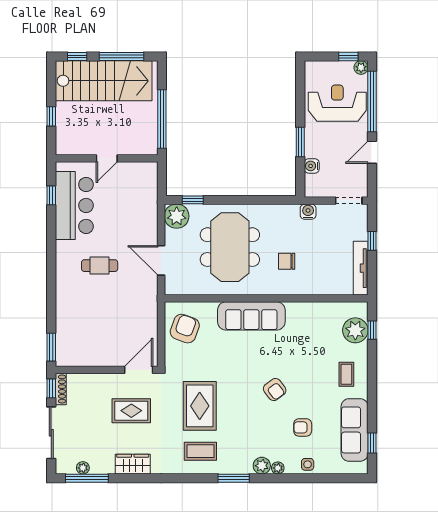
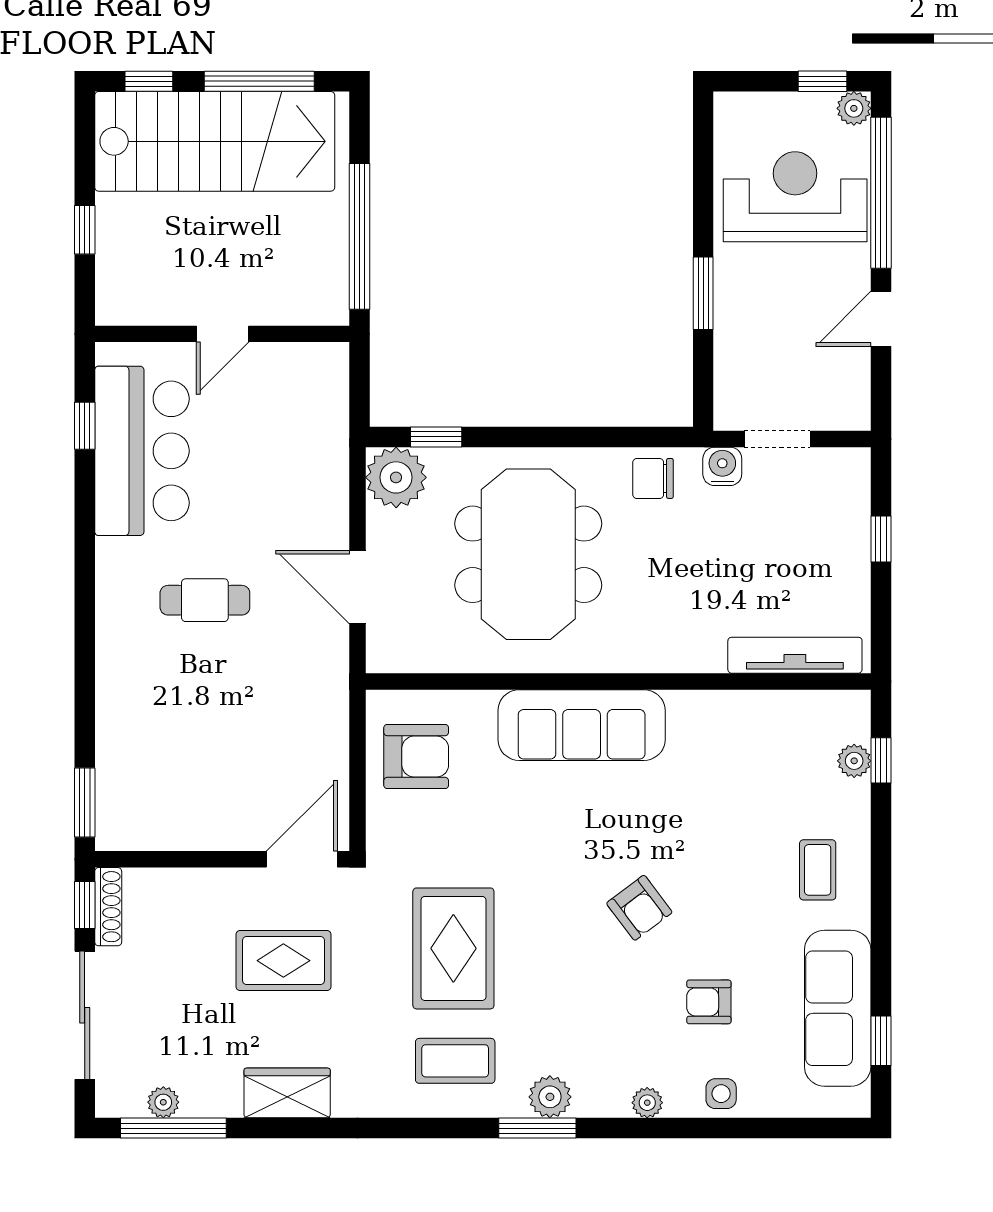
water cooler: (312, 166) -> (731, 353), removed
doorway: (349, 201) -> (777, 439), moved
chair: (287, 261) -> (653, 478), moved
tv unit: (361, 268) -> (795, 655), moved, turned 90
armchair: (185, 329) -> (416, 757), turned 70
plant: (355, 330) -> (854, 761), width x0.53, depth x0.53
plant: (262, 466) -> (550, 1097), moved

